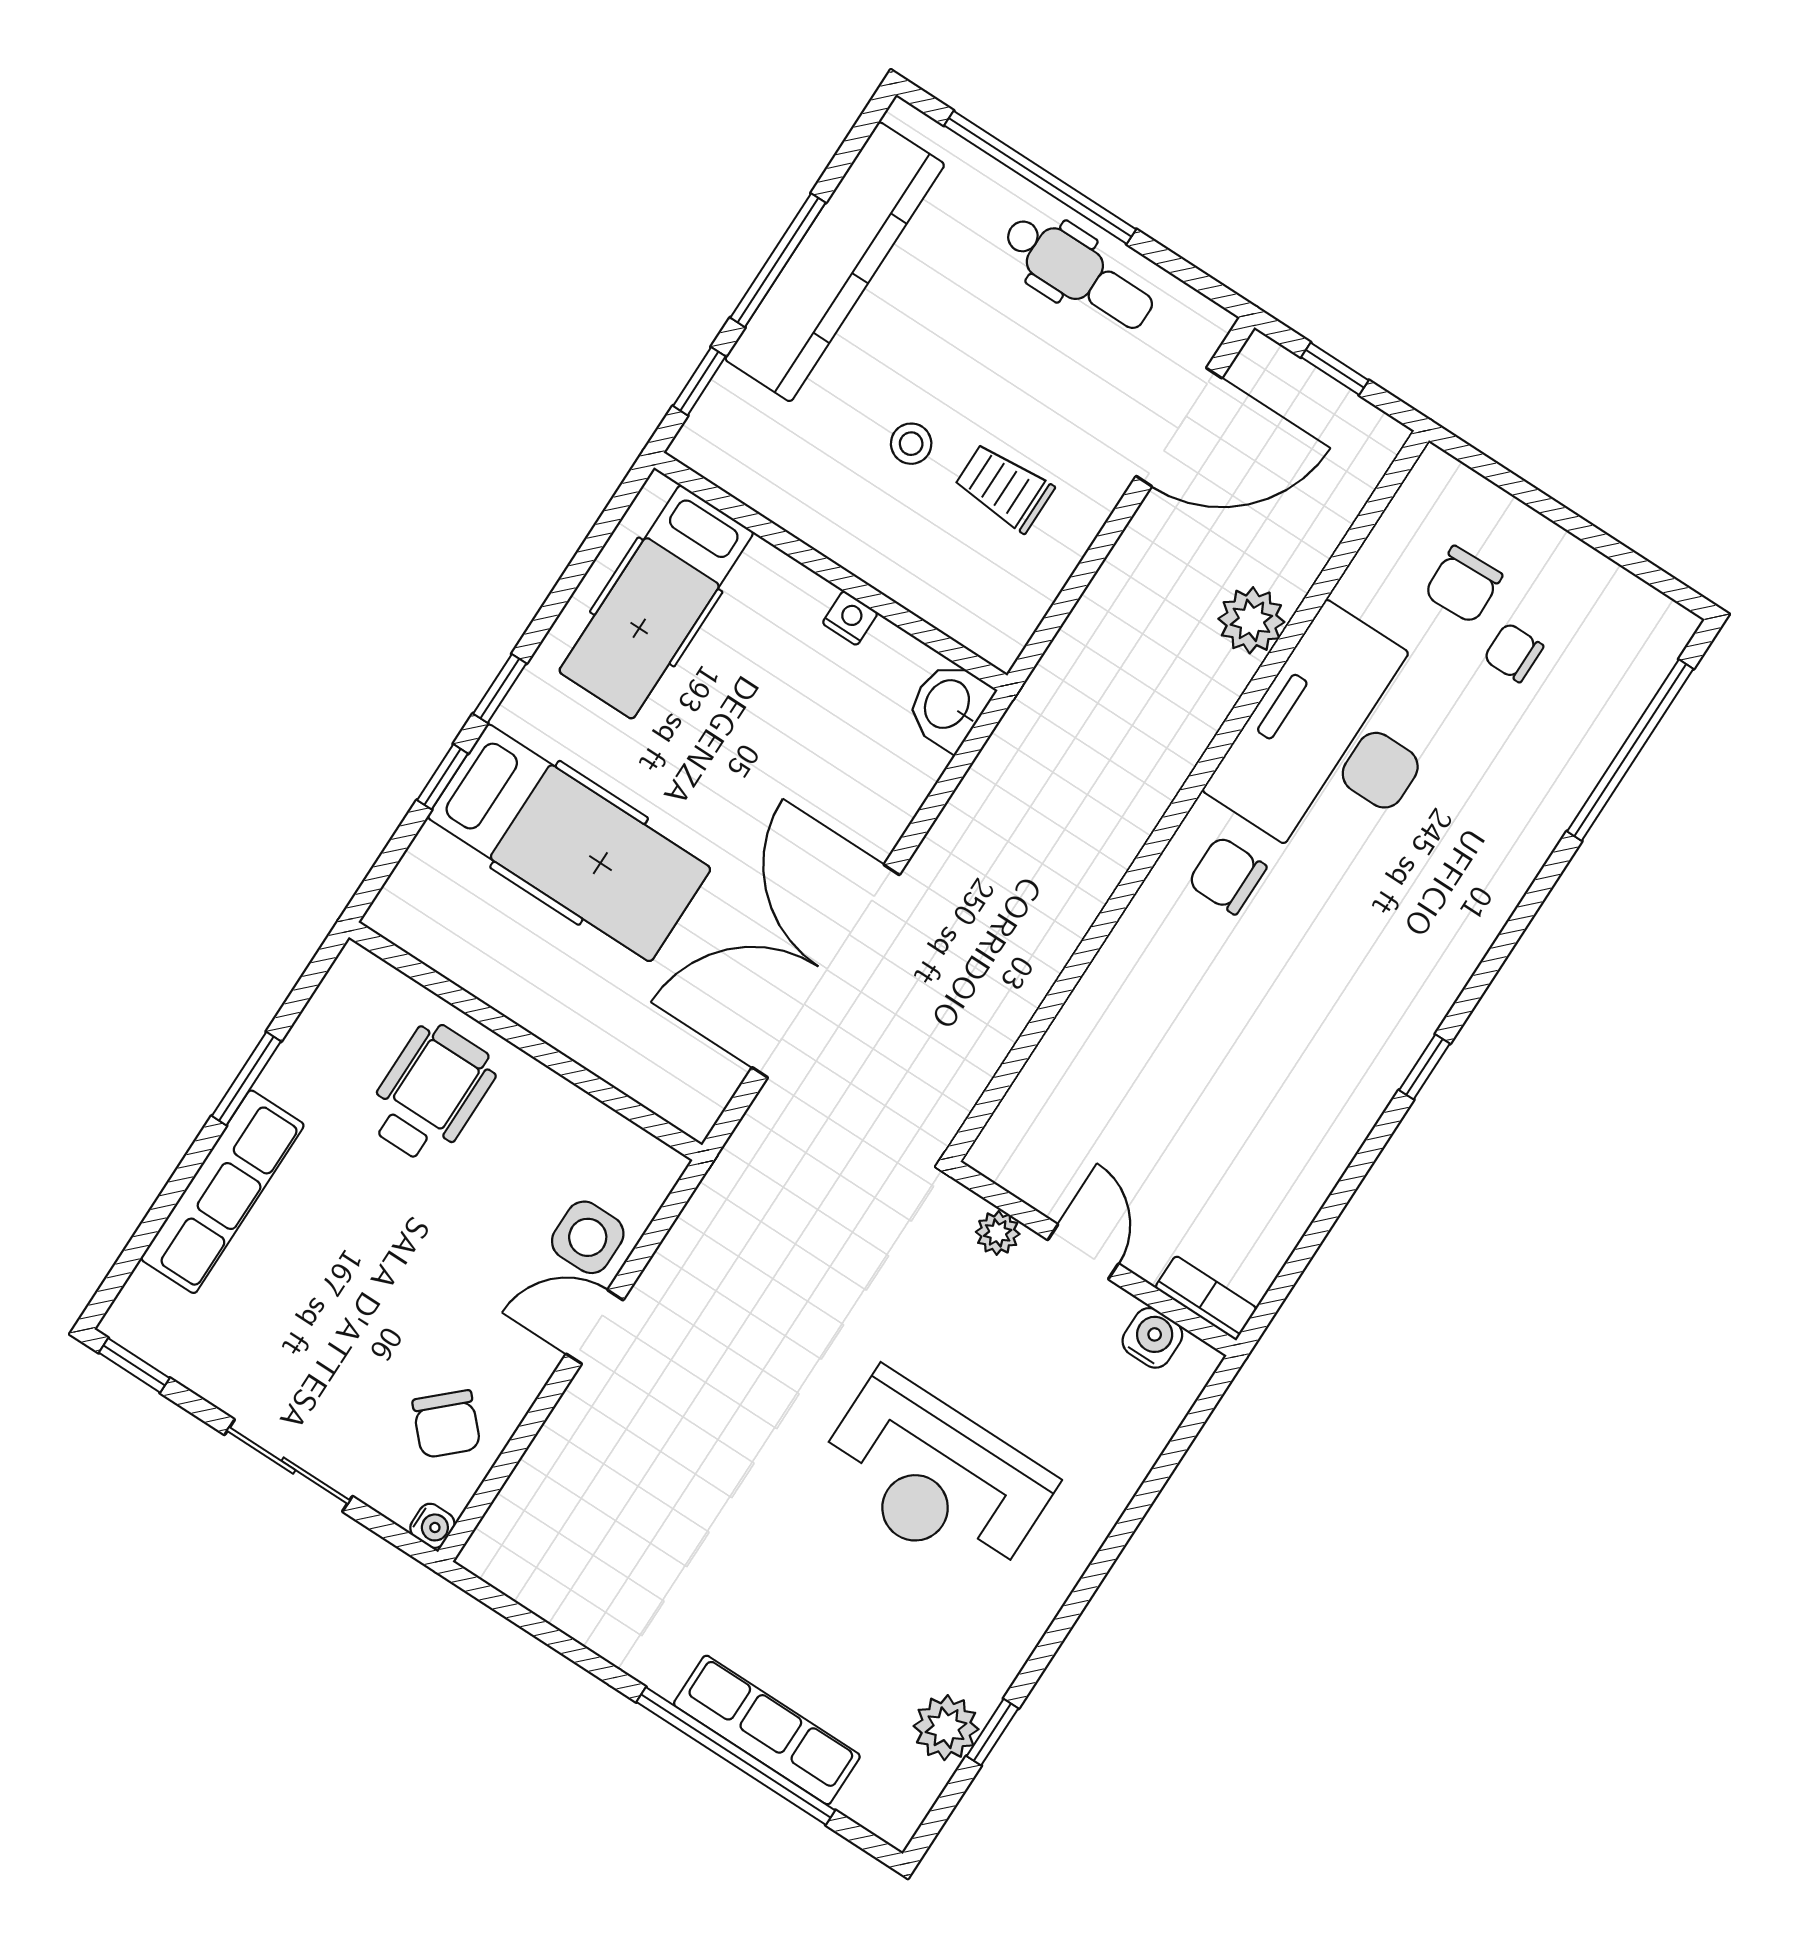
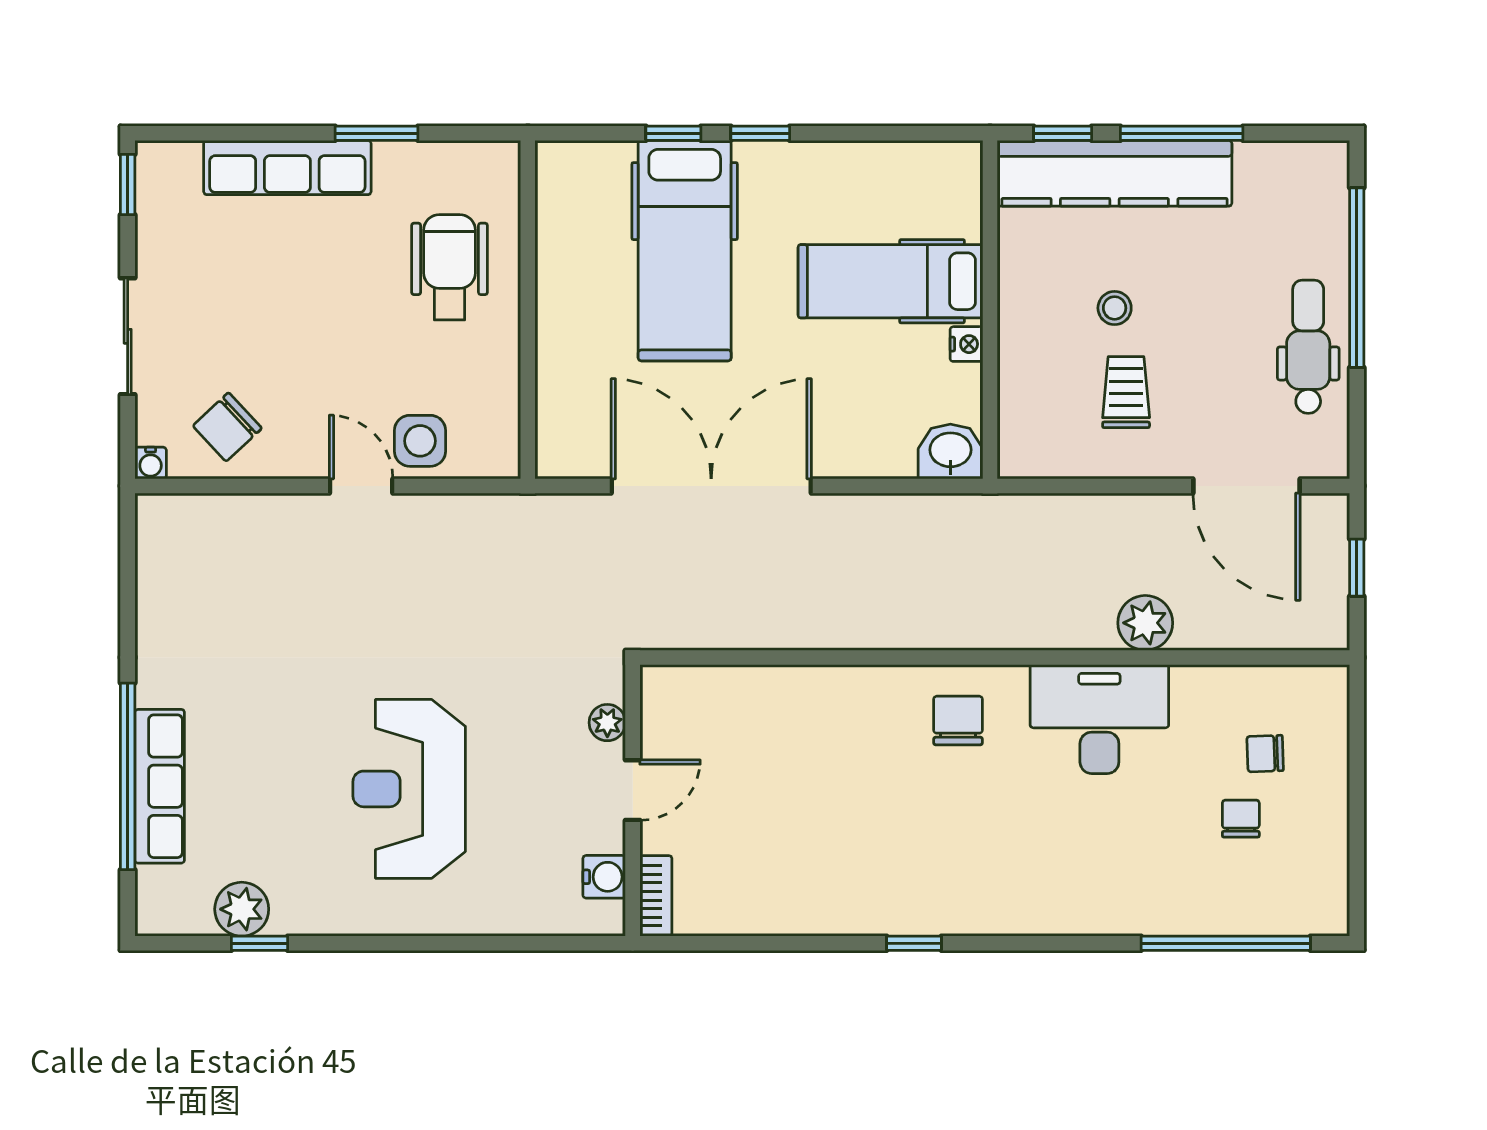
kitchen counter: (835, 262) -> (1114, 173), moved
dental chair: (1078, 272) -> (1308, 347), turned 180
chair: (1463, 585) -> (1265, 754), width x0.73, depth x0.73
hospital bed: (656, 602) -> (890, 281), moved
desk: (1336, 741) -> (1099, 719), width x0.73, depth x0.77
wheelchair: (431, 1093) -> (450, 267), turned -90

